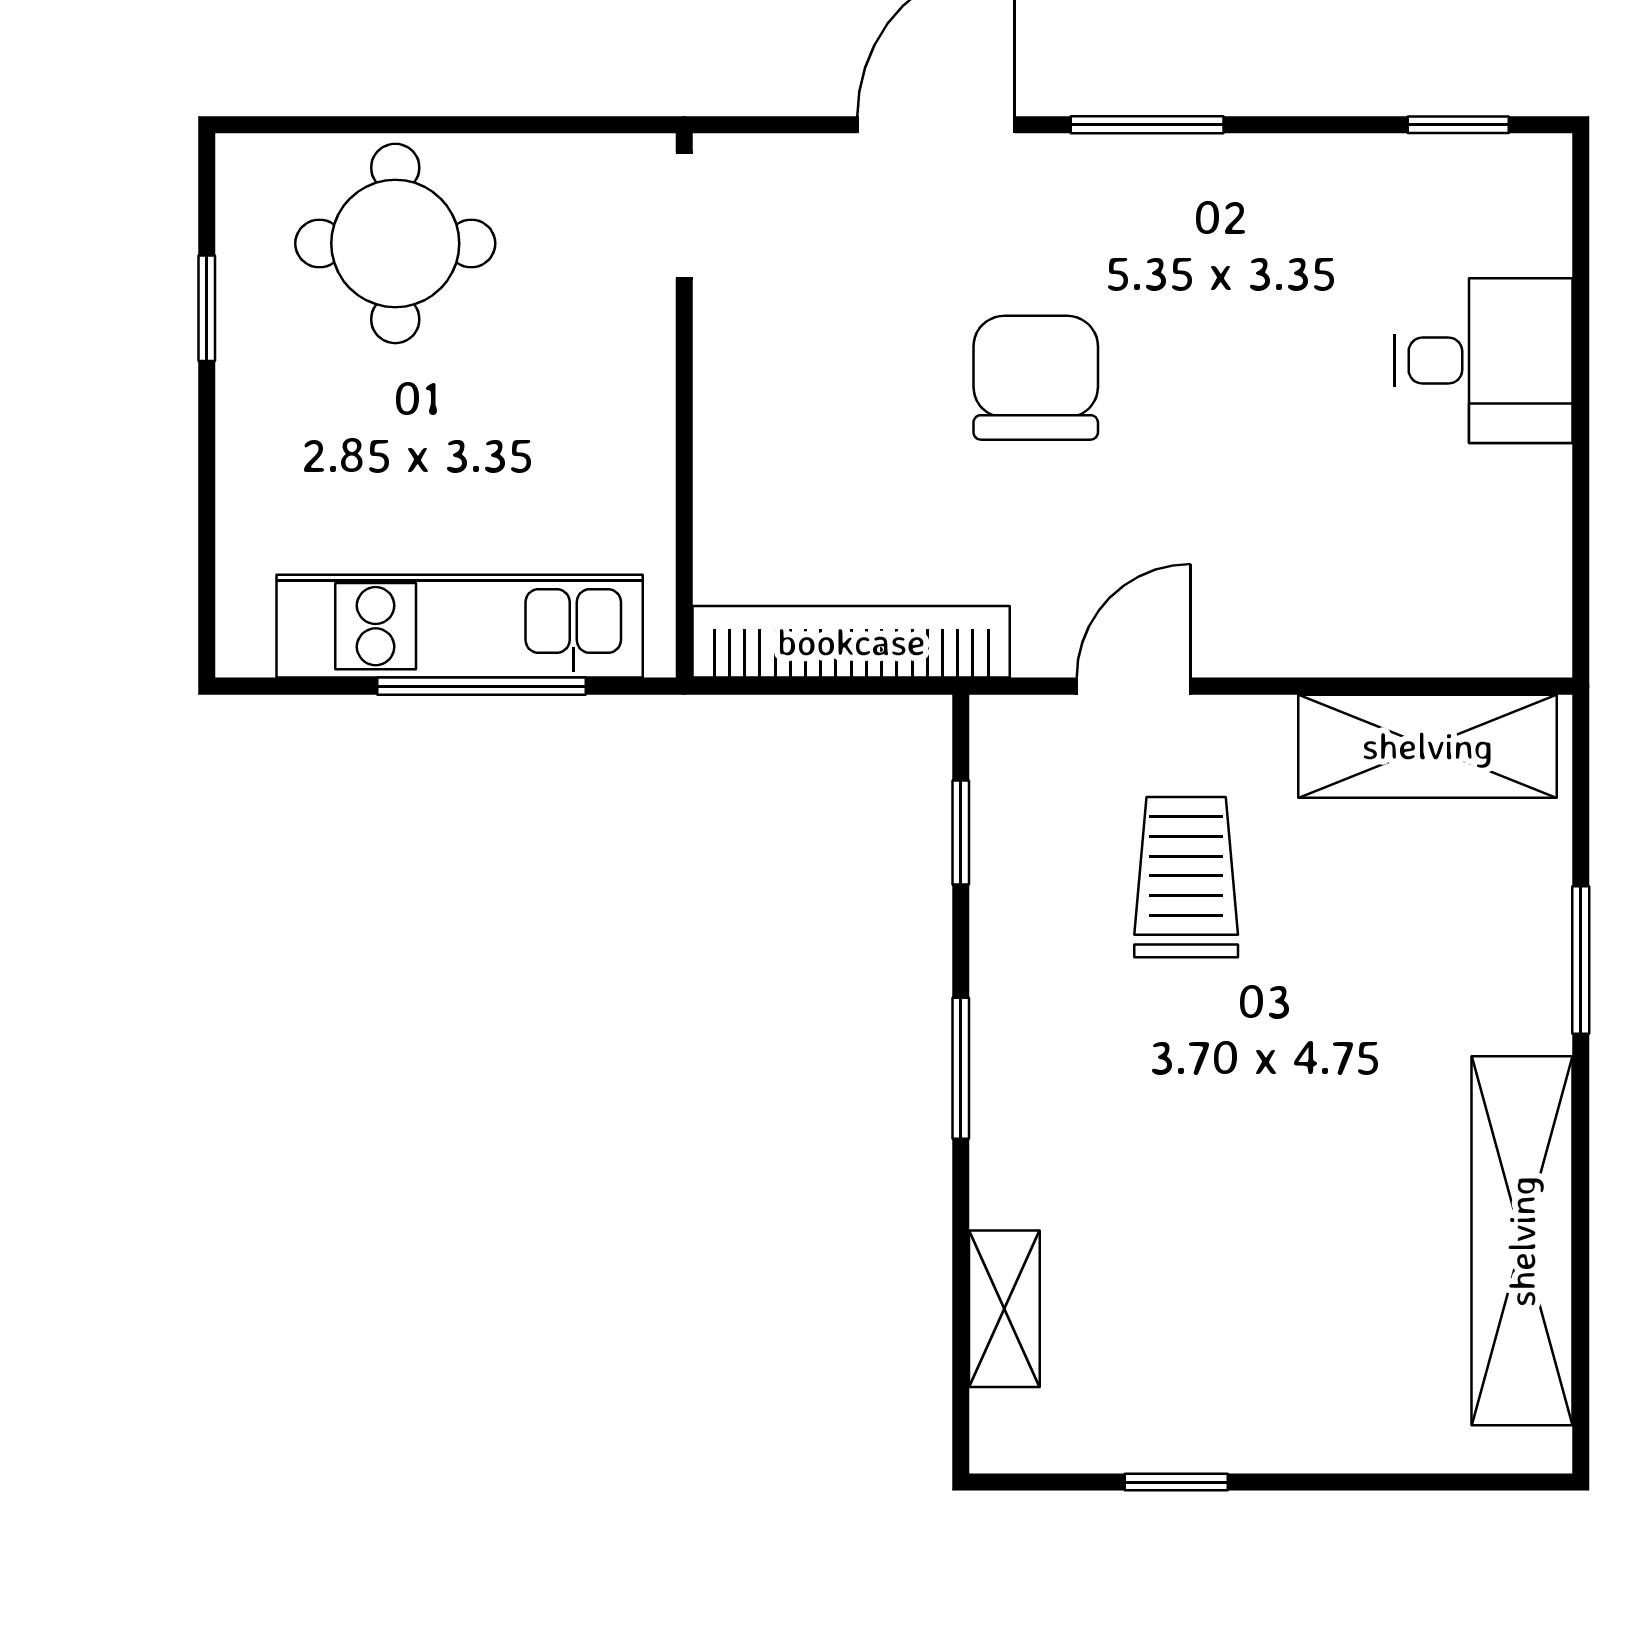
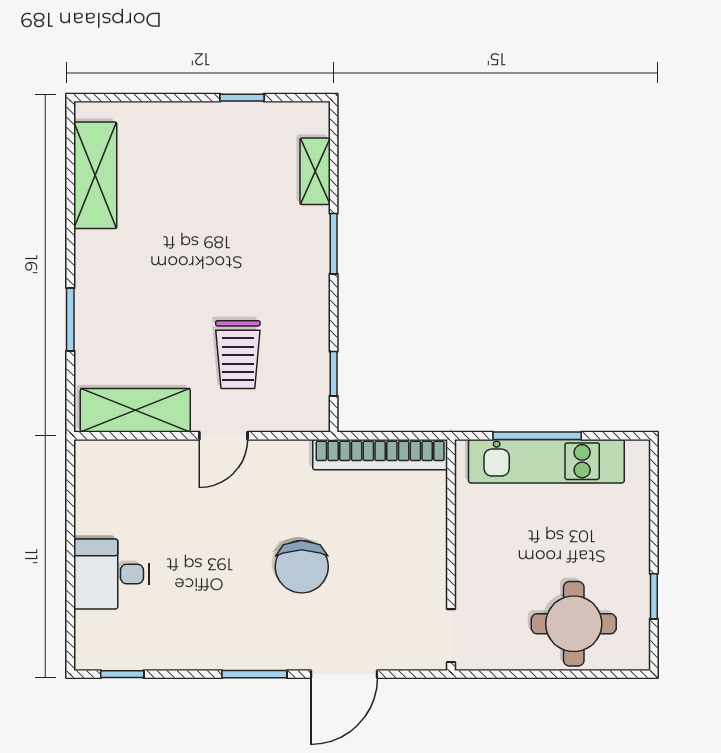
door: (1134, 686) -> (223, 436), moved
window: (961, 1068) -> (334, 244), moved
shelving: (1522, 1241) -> (95, 175), width x0.68

